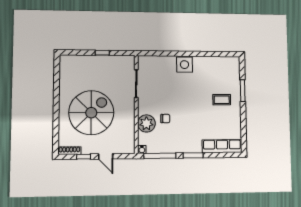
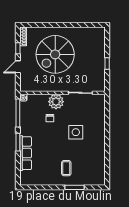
side table: (184, 65) -> (76, 132), moved
spiral stairs: (91, 113) -> (55, 54), turned 90
plant: (146, 123) -> (56, 102), moved
row of seats: (222, 146) -> (26, 153), moved

